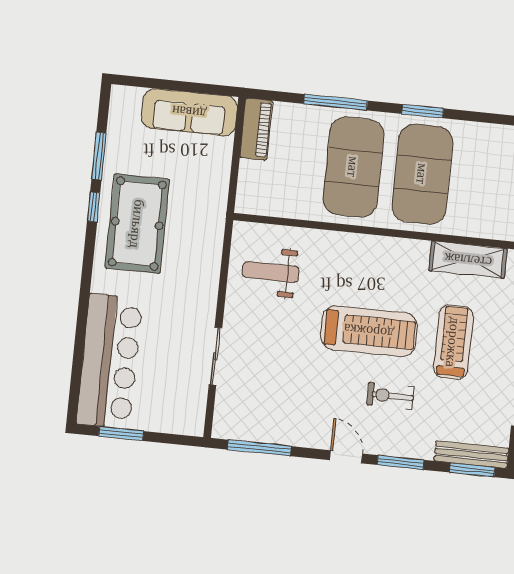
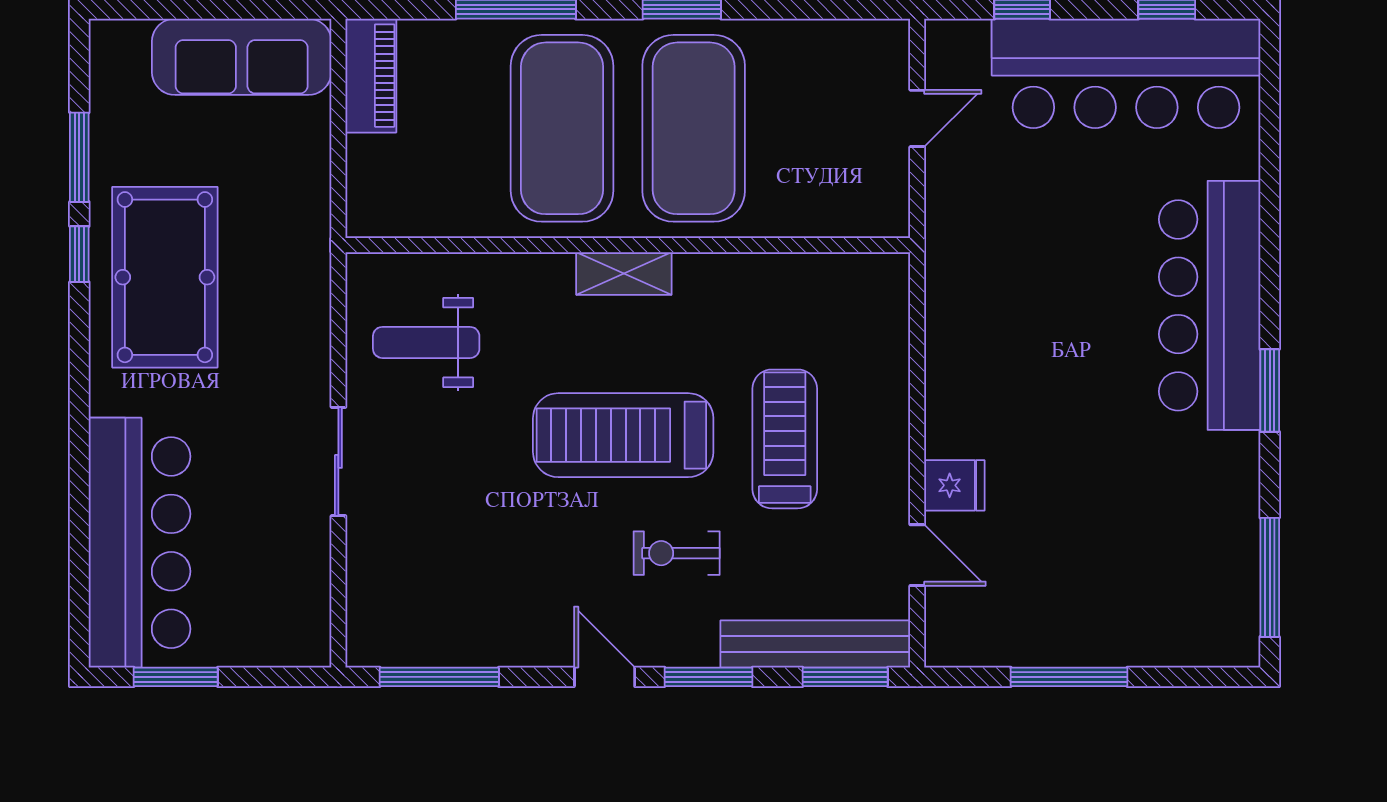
shelving: (468, 260) -> (624, 274), moved, width x0.67, depth x0.75
treadmill: (369, 331) -> (623, 435), turned 180
sliding door: (215, 356) -> (338, 461), moved
bench: (471, 455) -> (815, 644), width x1.37, depth x1.21

